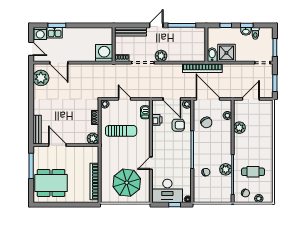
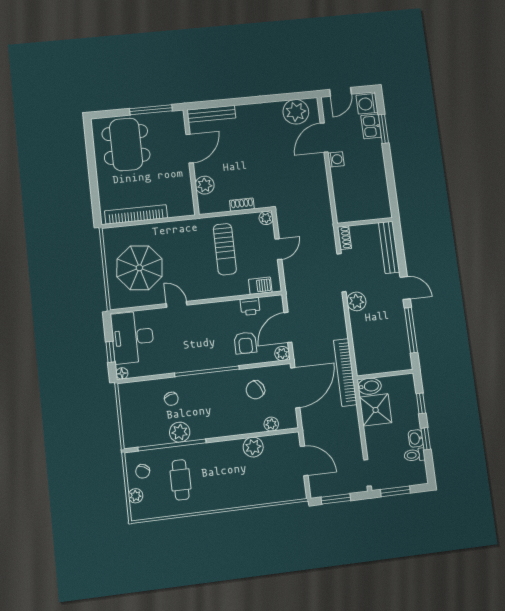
washing machine: (104, 53) -> (336, 159), moved, width x0.53, depth x0.53
plant: (93, 139) -> (205, 185), moved

